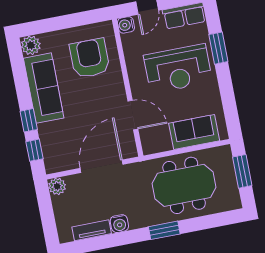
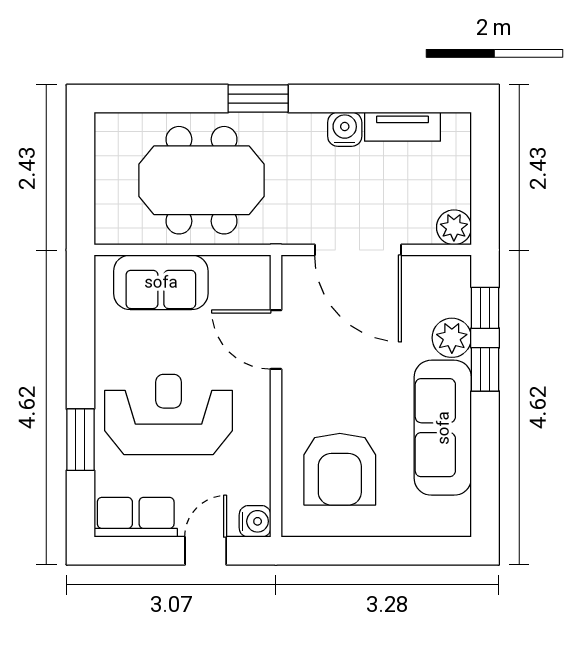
plant: (31, 45) -> (452, 338), moved
door: (102, 166) -> (358, 250), hinge flipped
window: (242, 171) -> (80, 186), removed

